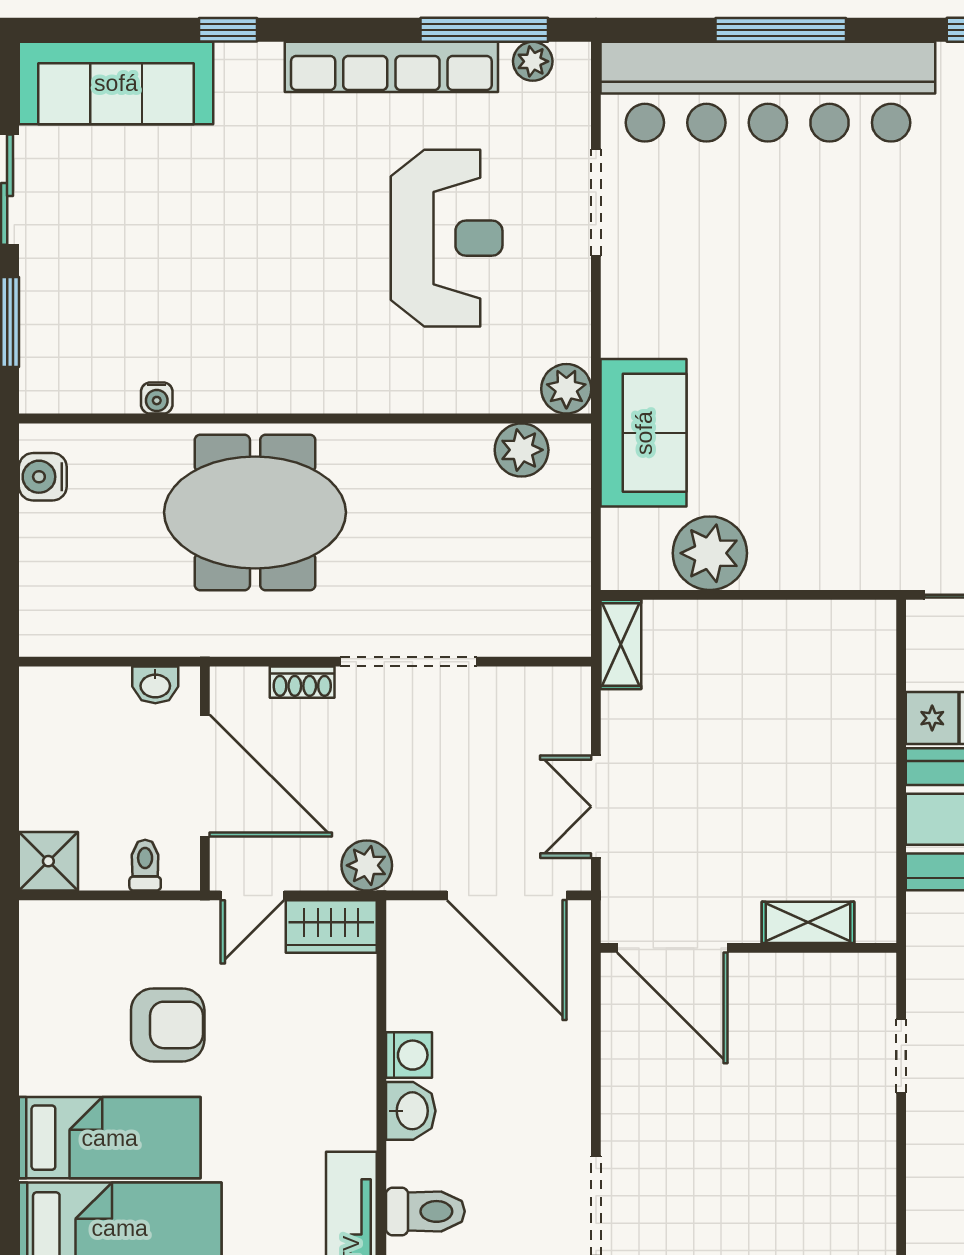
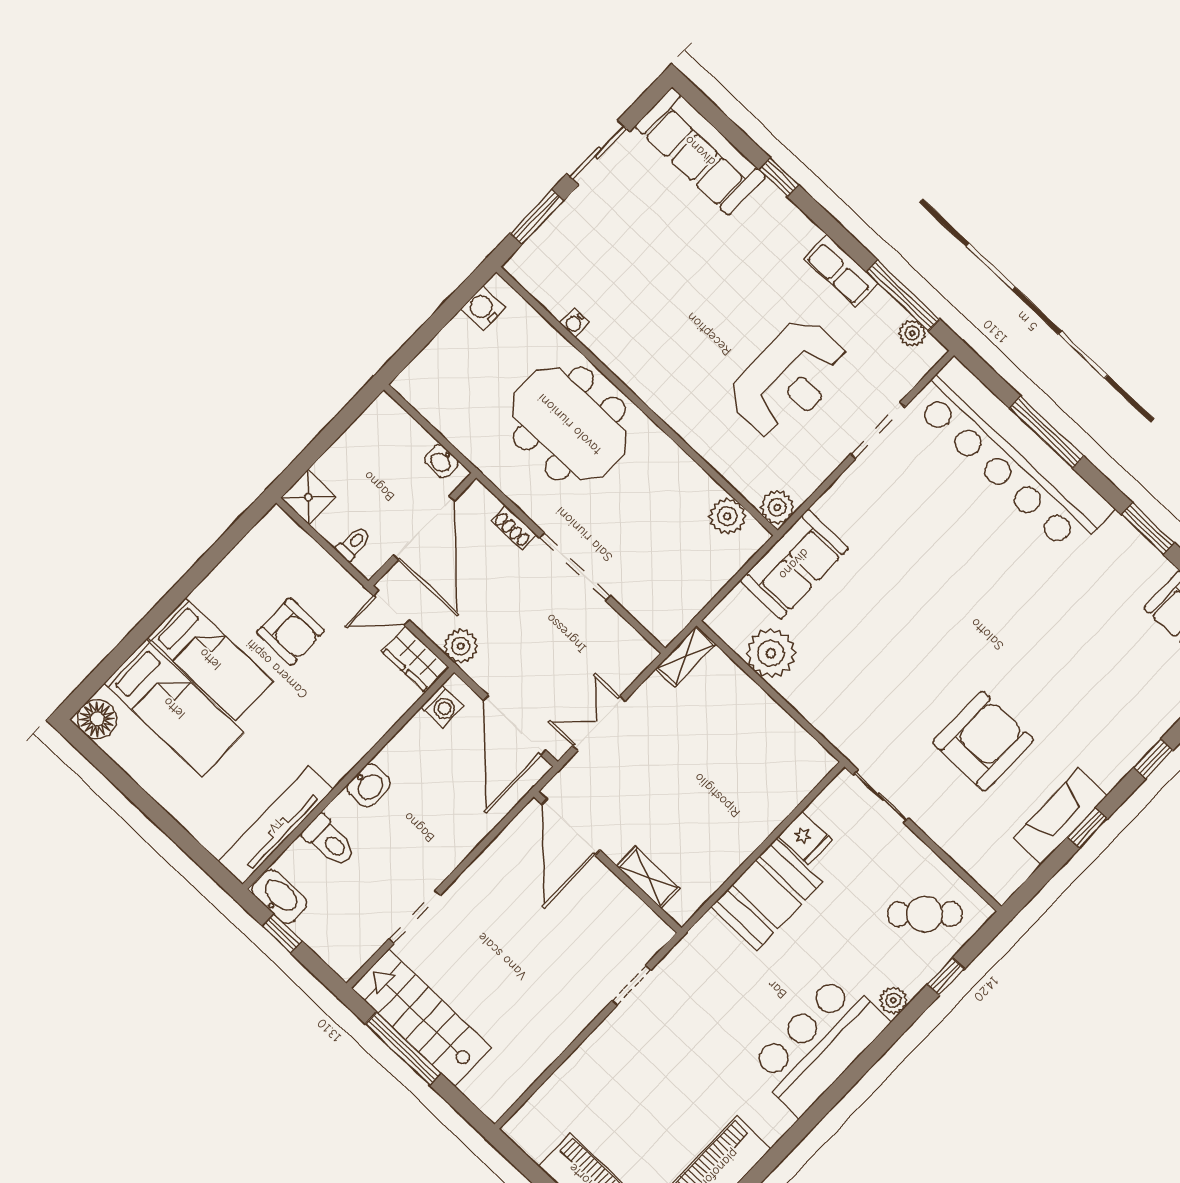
row of seats: (391, 67) -> (841, 271), width x0.50
washing machine: (409, 1055) -> (442, 706), moved

